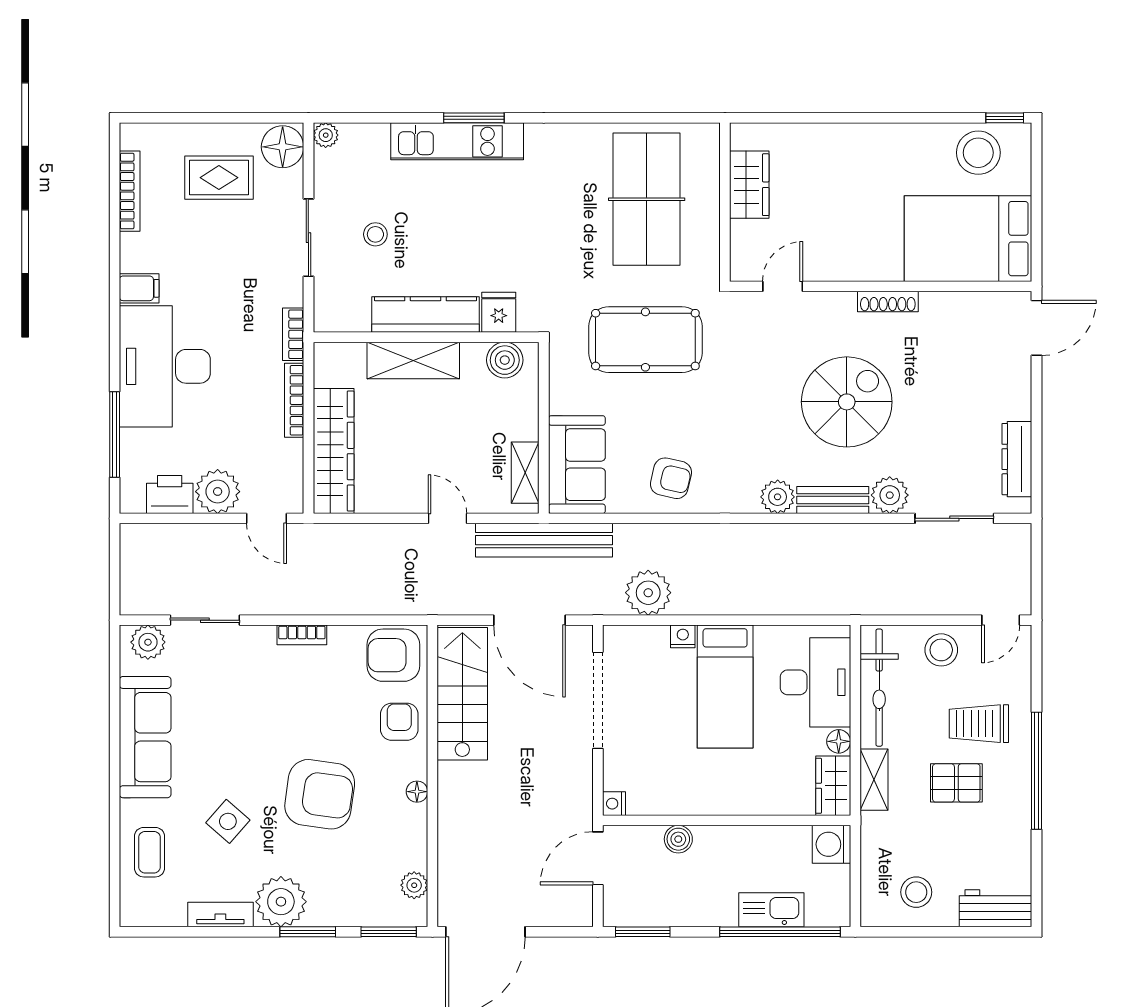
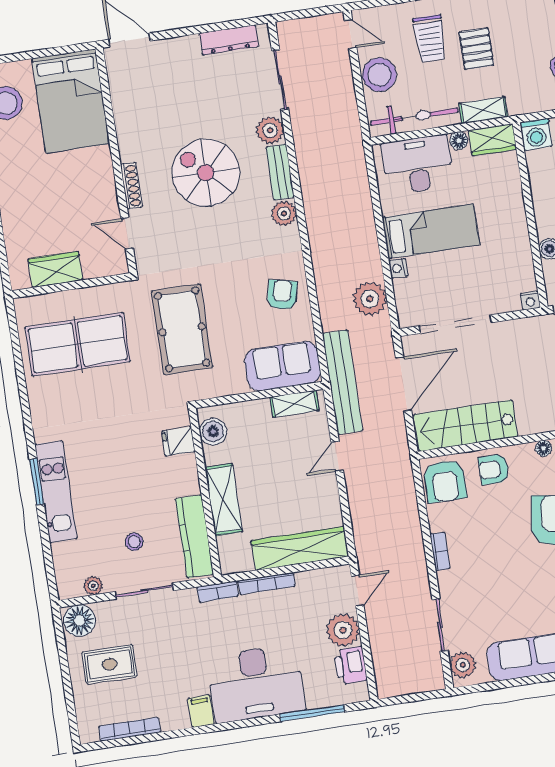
plant: (326, 135) -> (93, 586), moved
rug: (219, 178) -> (110, 664), turned 90
shoe rack: (888, 301) -> (131, 186), moved
kitchen counter: (426, 315) -> (194, 536), moved
stool: (941, 650) -> (379, 75), width x1.38, depth x1.38

